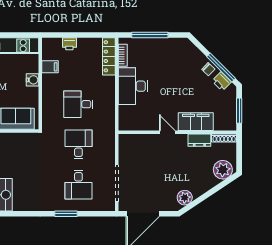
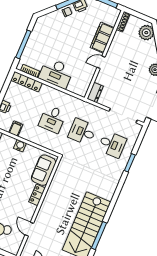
dresser: (199, 140) -> (95, 93), moved

